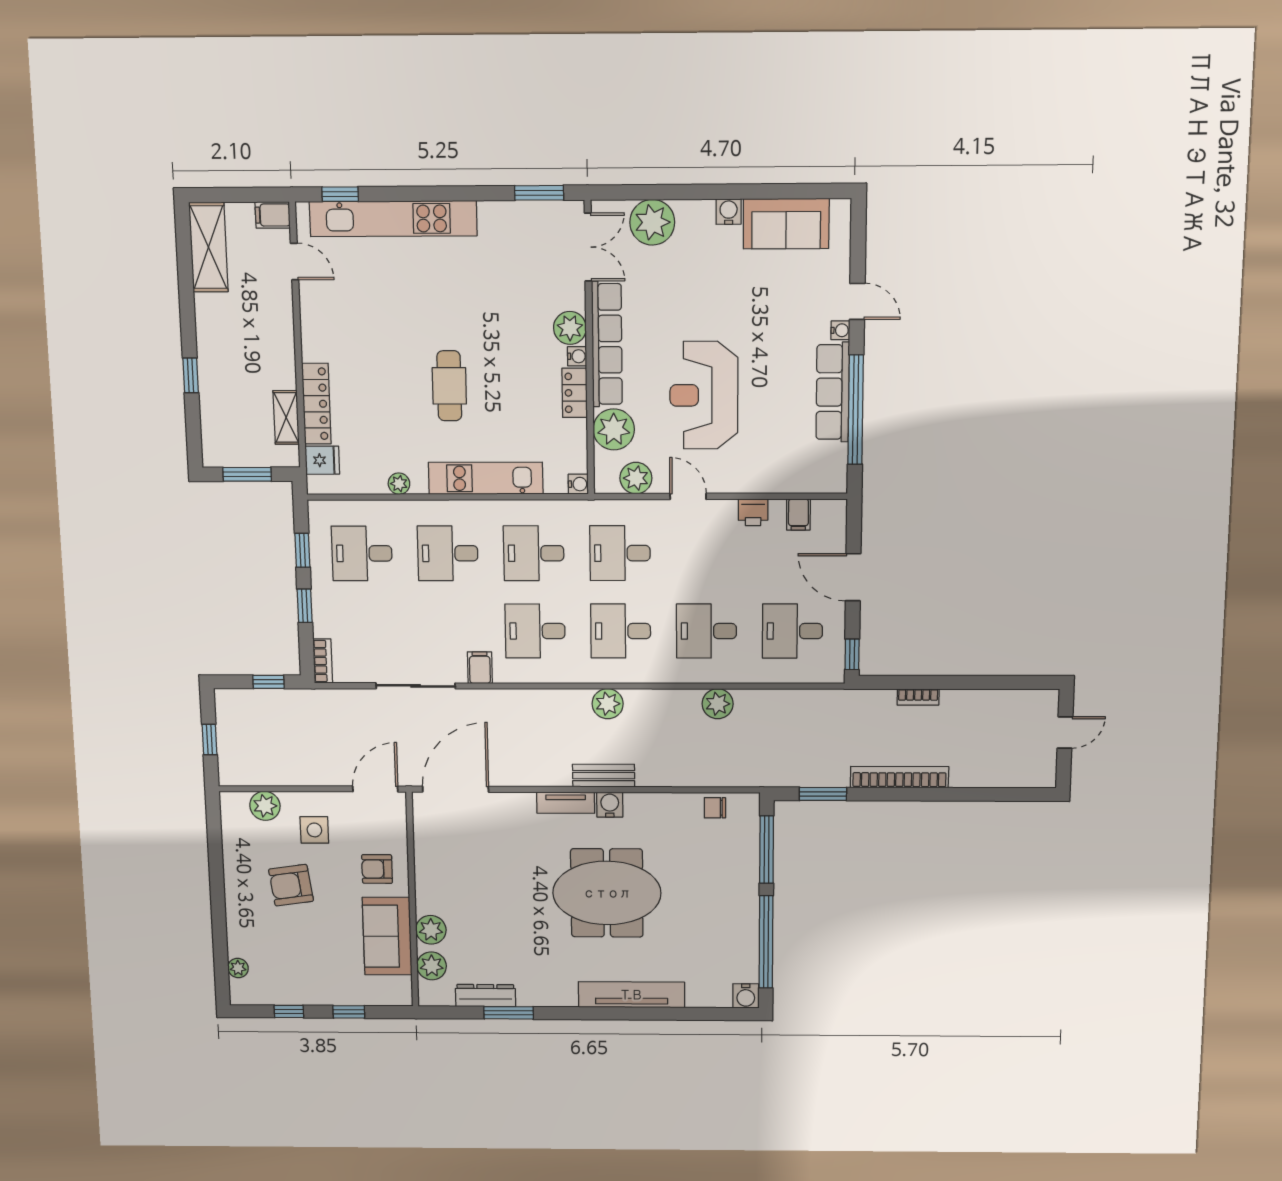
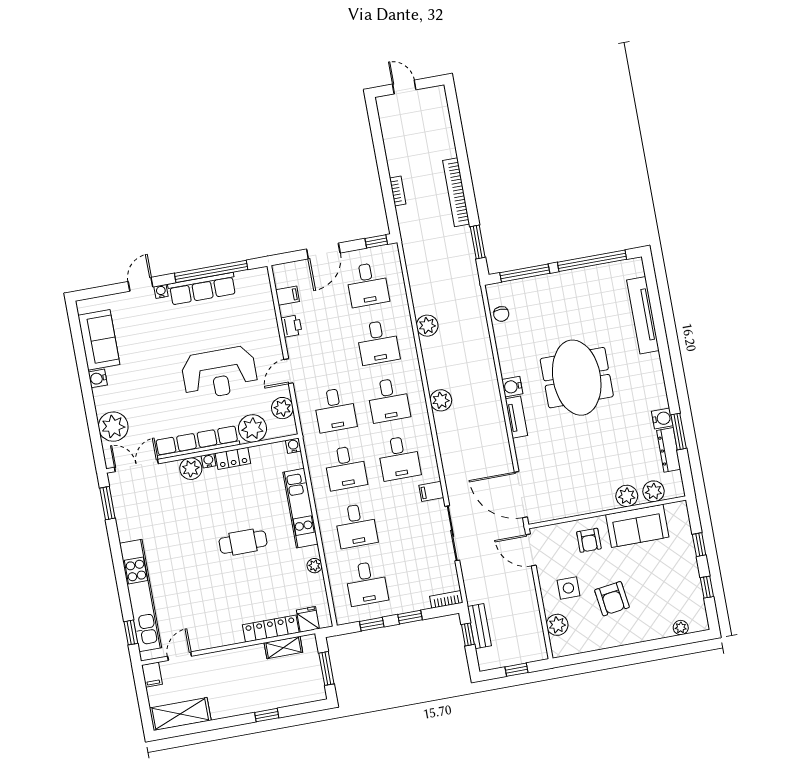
bench: (604, 776) -> (479, 626), moved
tv unit: (631, 995) -> (643, 315), moved
water cooler: (746, 996) -> (662, 418), moved

